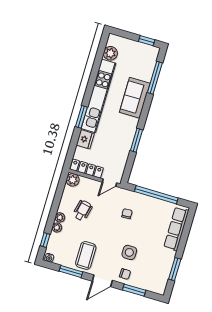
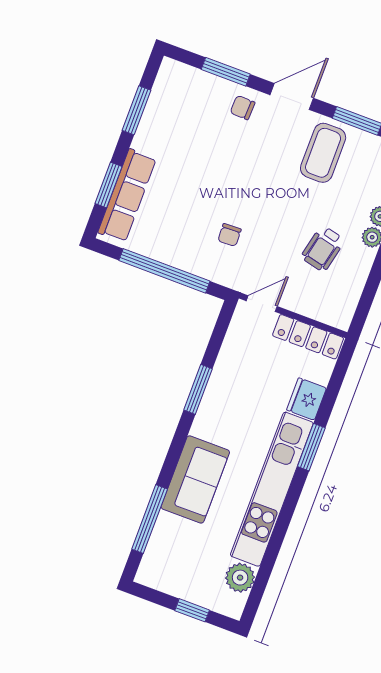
window: (147, 41) -> (192, 610), moved
plant: (73, 180) -> (339, 315), removed
window: (185, 233) -> (109, 185), added
side table: (129, 252) -> (230, 152), removed

